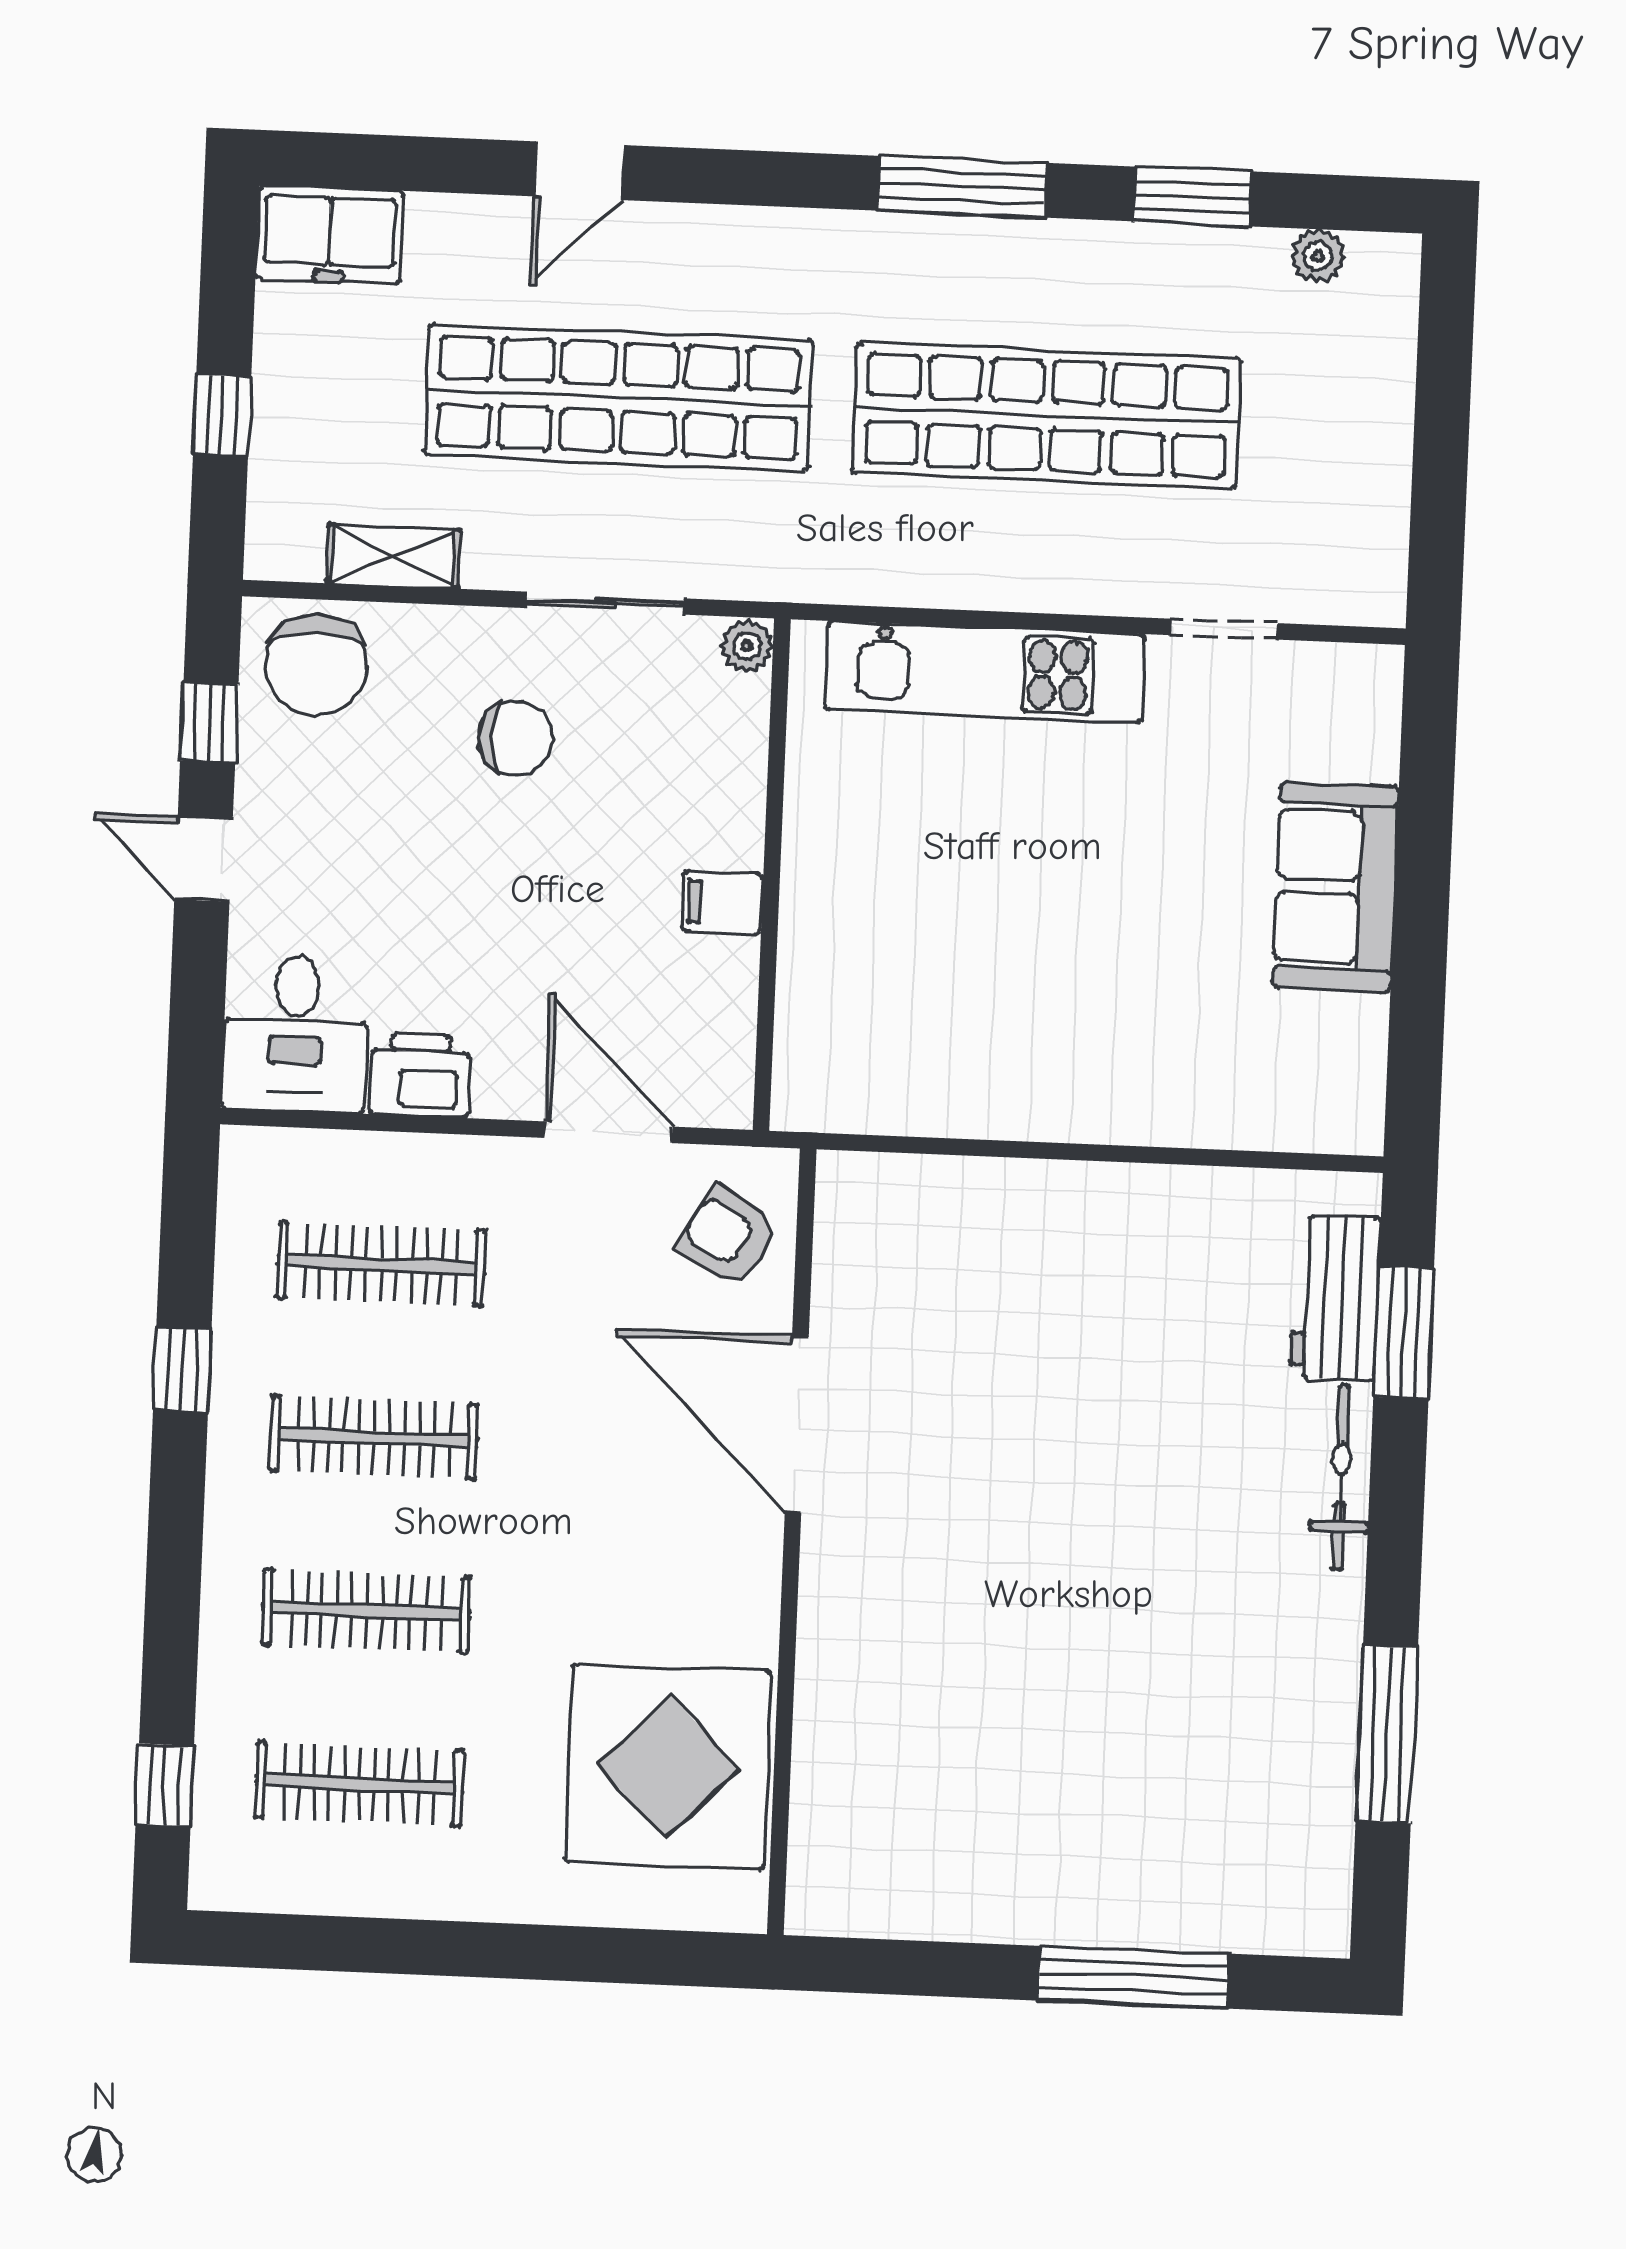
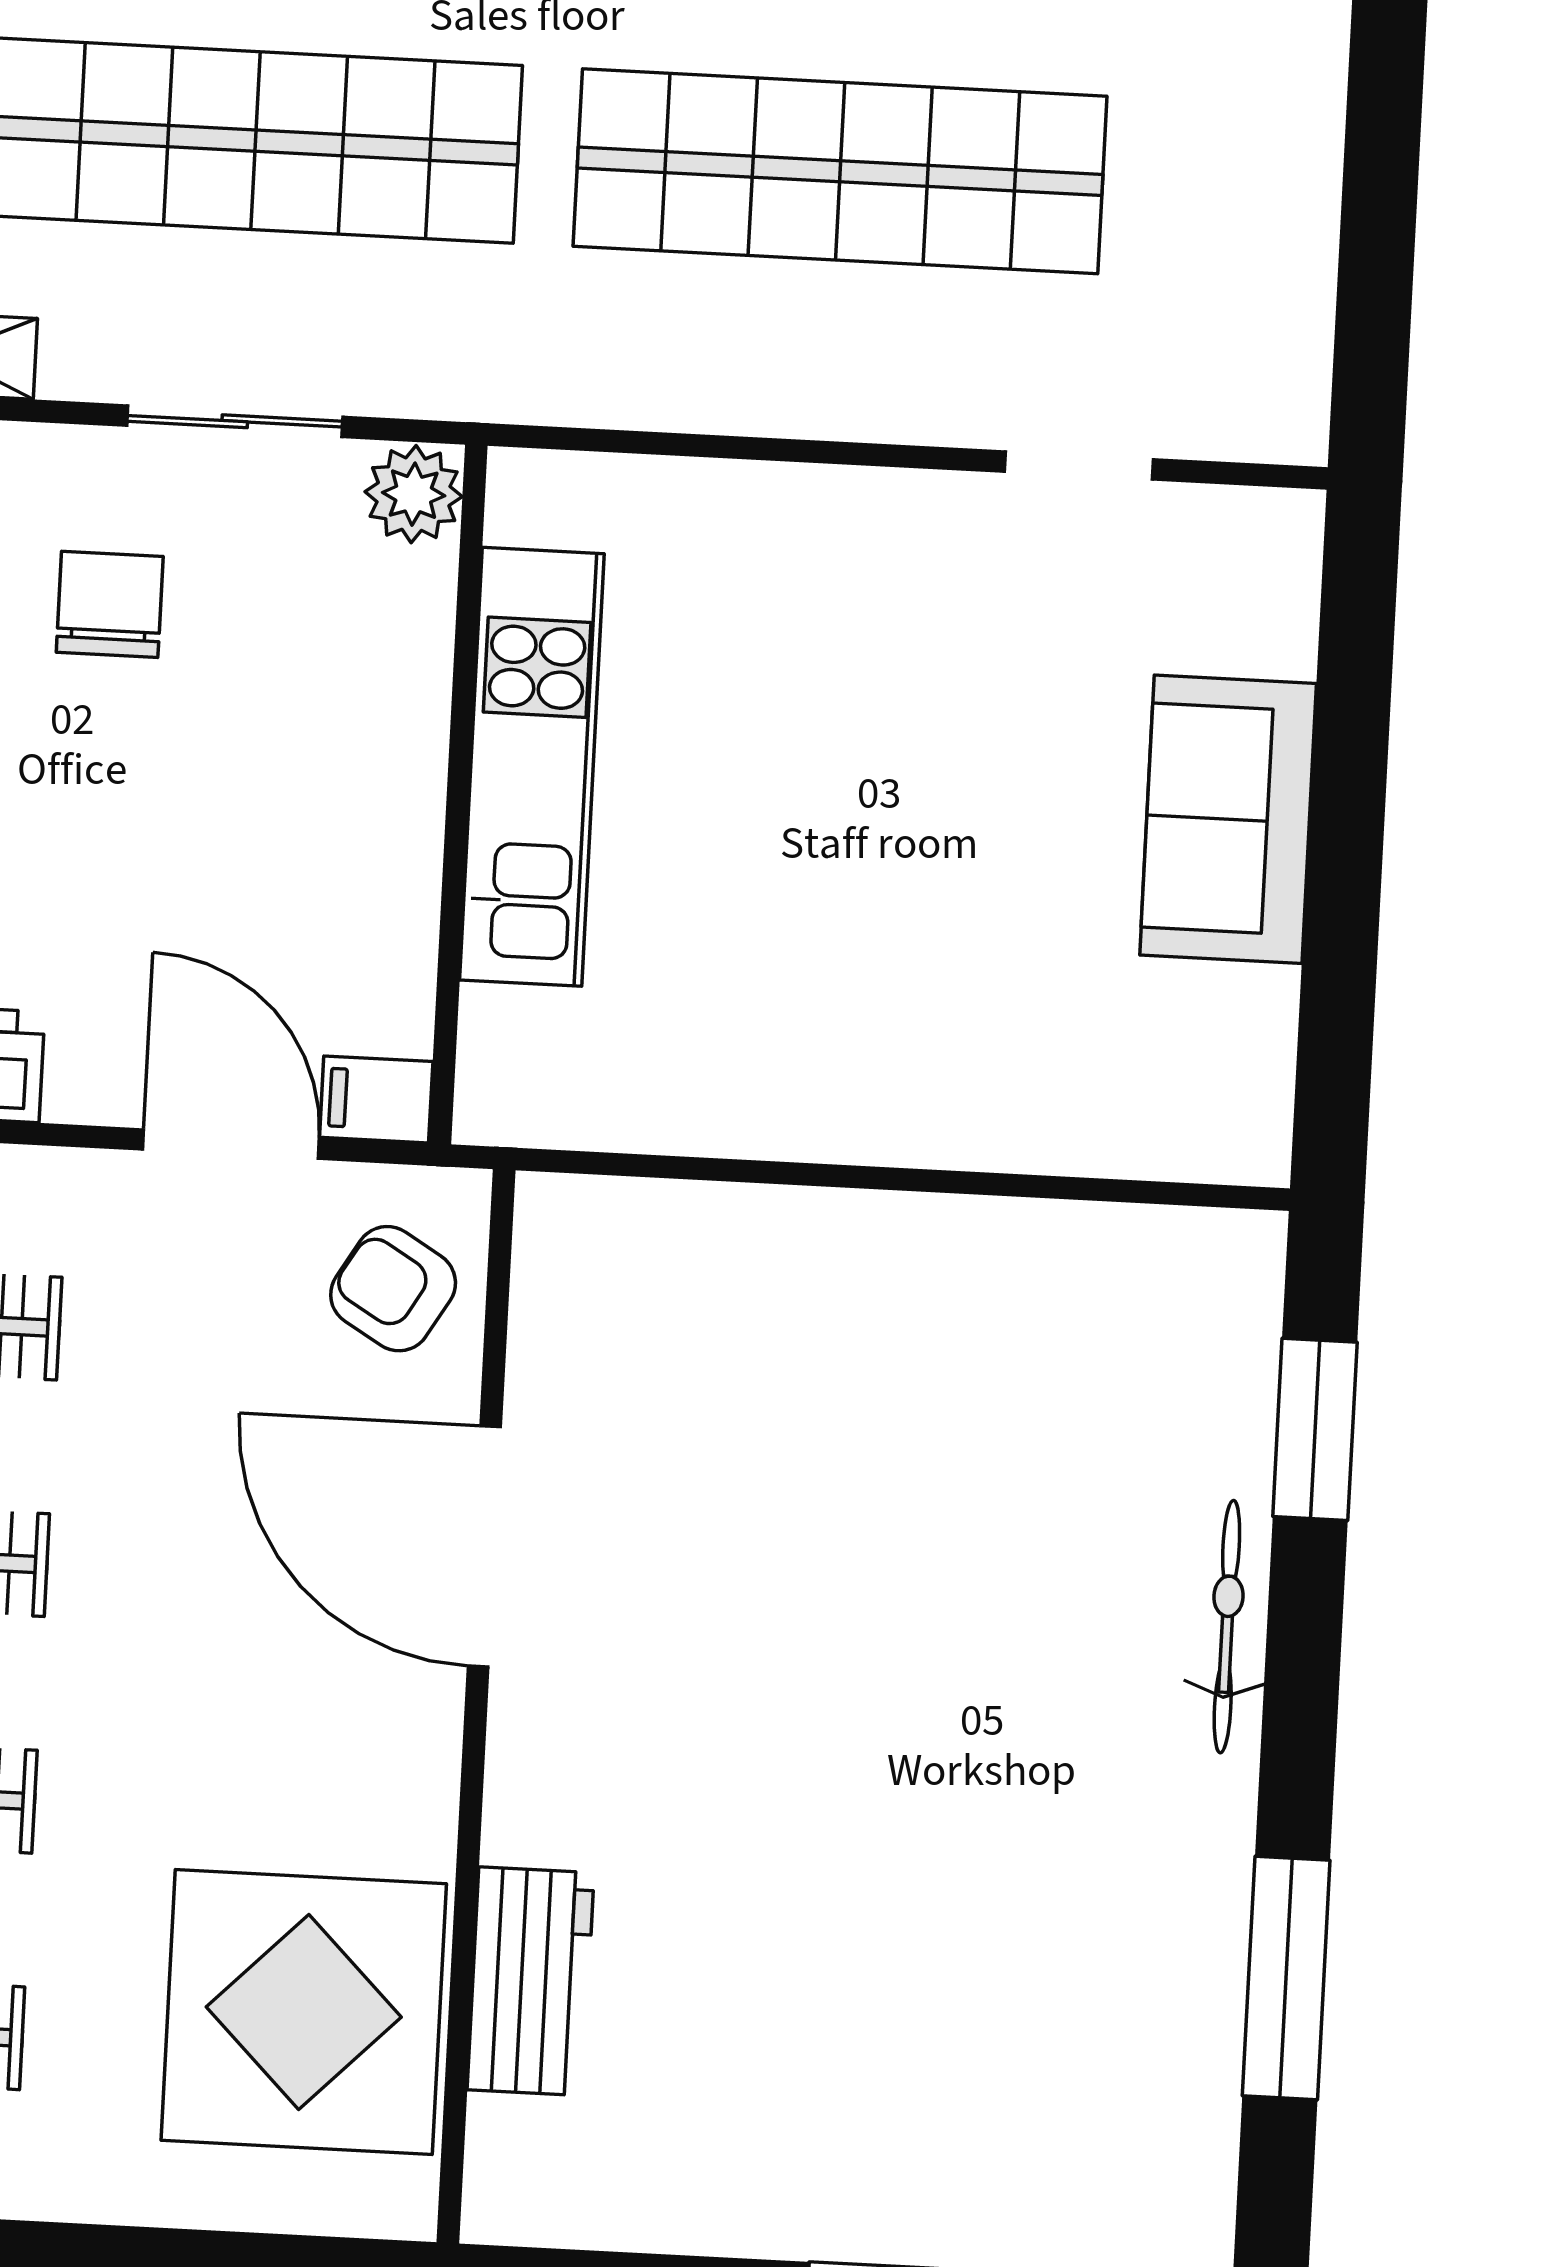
plant: (747, 646) -> (414, 494), width x1.38, depth x1.38
kitchen unit: (985, 672) -> (532, 767), moved, turned -90
chair: (515, 738) -> (110, 604), turned -90
filing cabinet: (722, 903) -> (376, 1099), moved
workbench: (1335, 1297) -> (531, 1981), moved, turned 180

